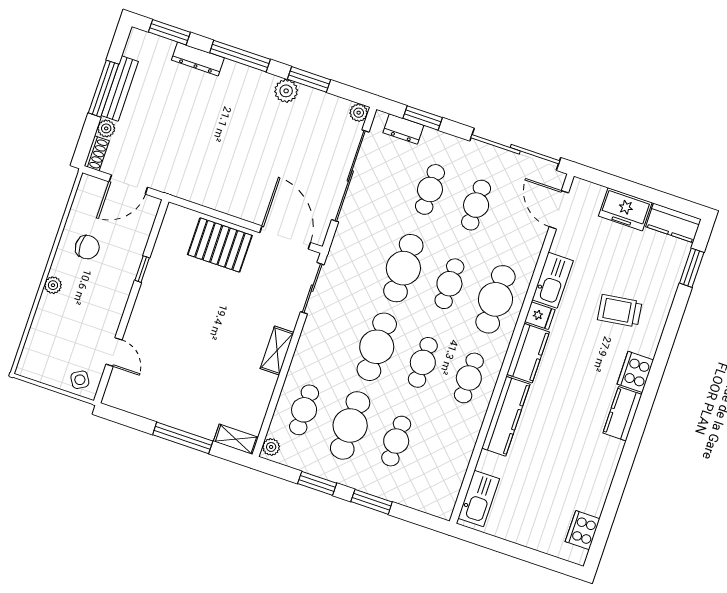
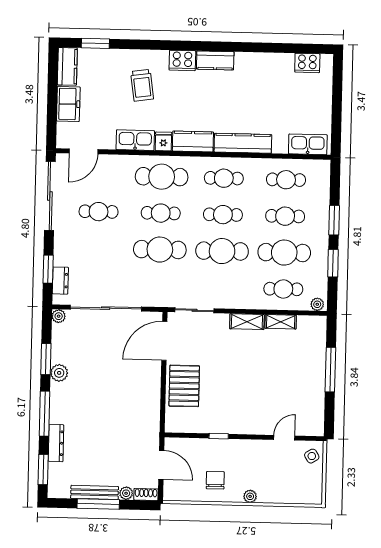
cafe table: (430, 189) -> (286, 180), moved
shelving: (236, 439) -> (281, 322), moved, turned 90

